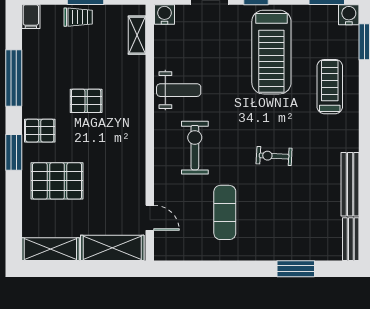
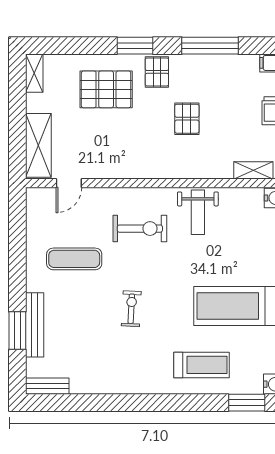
pallet: (57, 181) -> (106, 89), turned 90
bench: (350, 184) -> (35, 325), moved, turned 90
shelving: (50, 249) -> (34, 73), width x0.67, depth x0.75

